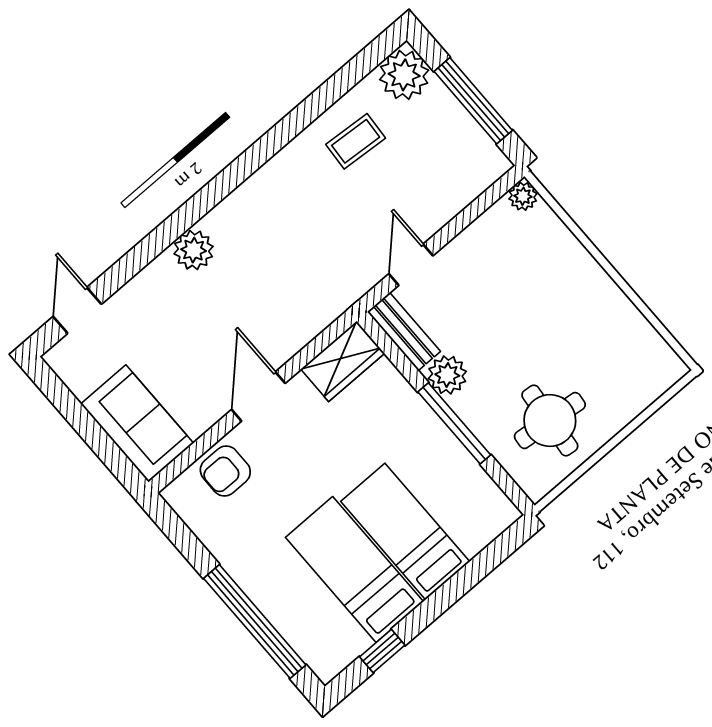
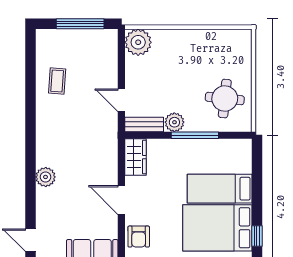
plant: (404, 75) -> (48, 41), removed
plant: (523, 196) -> (138, 42), width x1.88, depth x1.88
bed: (354, 569) -> (217, 228), width x1.50

